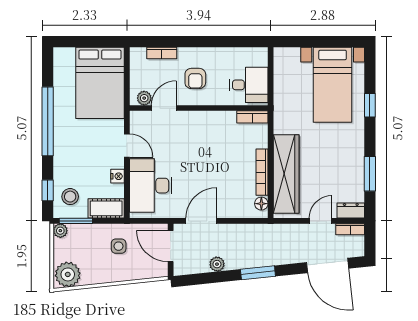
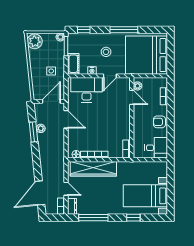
armchair: (195, 78) -> (159, 122), moved
bed: (100, 83) -> (146, 55), width x1.36
desk: (249, 85) -> (156, 148), moved, turned -90
window: (48, 121) -> (124, 30), width x0.68
window: (370, 174) -> (93, 218), width x1.44
stool: (70, 197) -> (106, 52), moved
window: (258, 273) -> (34, 132), moved

